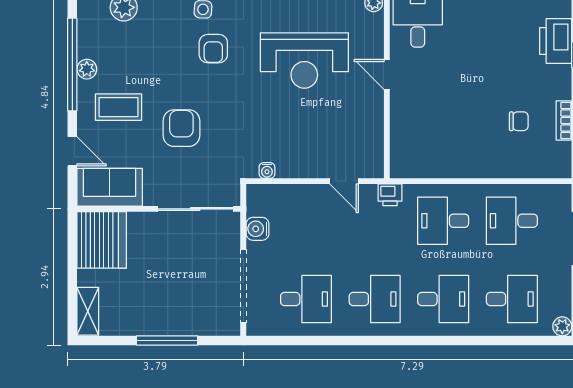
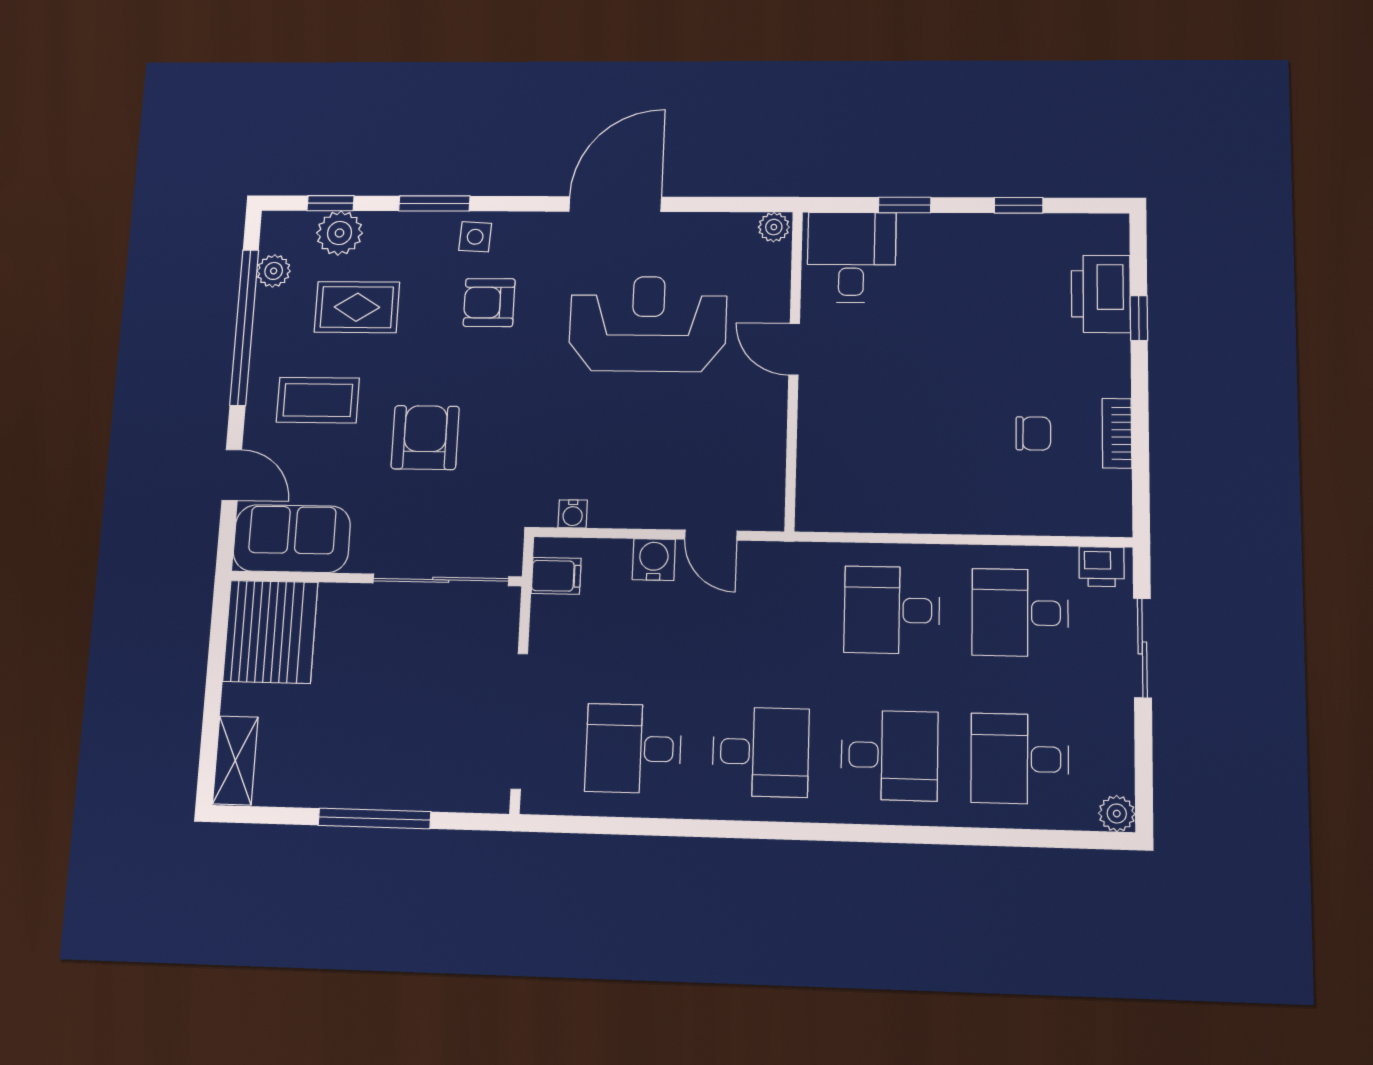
armchair: (213, 49) -> (489, 303), turned 90
rug: (137, 52) -> (357, 307), added
reception desk: (304, 60) -> (648, 324), turned 180
plant: (87, 69) -> (274, 271), moved
printer: (390, 195) -> (1102, 567), moved
filing cabinet: (259, 205) -> (556, 576), added
water cooler: (258, 229) -> (654, 560), moved, turned 90
desk: (306, 299) -> (633, 748), turned 180
desk: (512, 299) -> (1020, 759), turned 180

